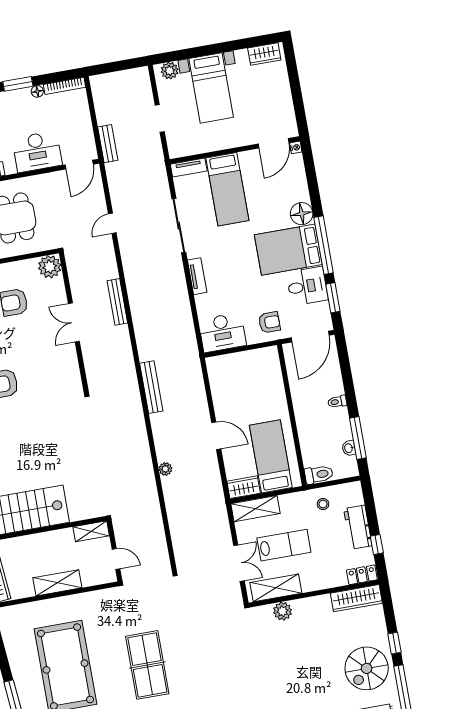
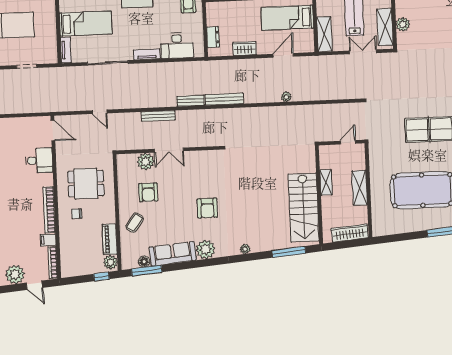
bench: (108, 144) -> (191, 101), moved
desk: (37, 152) -> (39, 160), width x0.73
plant: (50, 267) -> (146, 162), moved
desk: (222, 332) -> (177, 45), moved, turned 90
dresser: (232, 361) -> (213, 37), added
door: (216, 436) -> (283, 55), moved
wardrobe: (244, 487) -> (245, 48), moved, turned 90
shelving: (91, 531) -> (326, 182), moved

